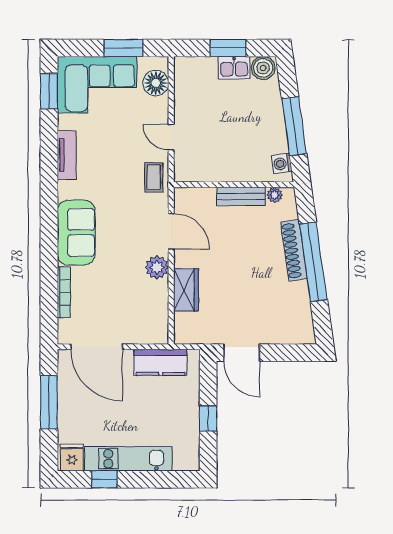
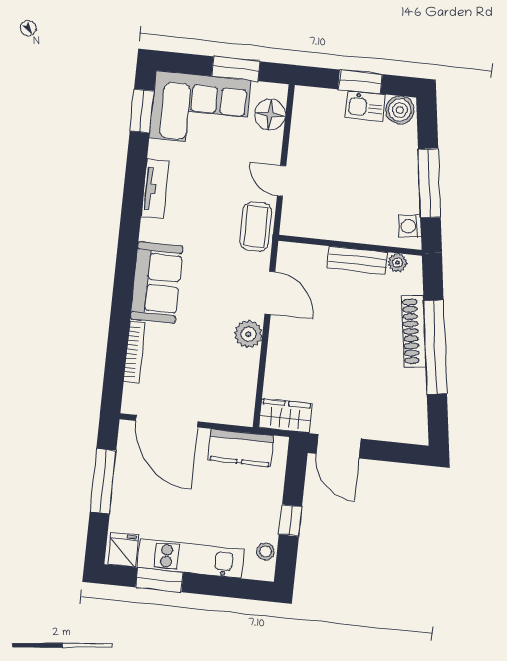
coffee table: (154, 177) -> (256, 226), width x1.36, depth x1.30
wardrobe: (186, 290) -> (286, 416), moved, turned -90
stool: (190, 446) -> (266, 551), added
window: (104, 479) -> (159, 580), width x1.50

